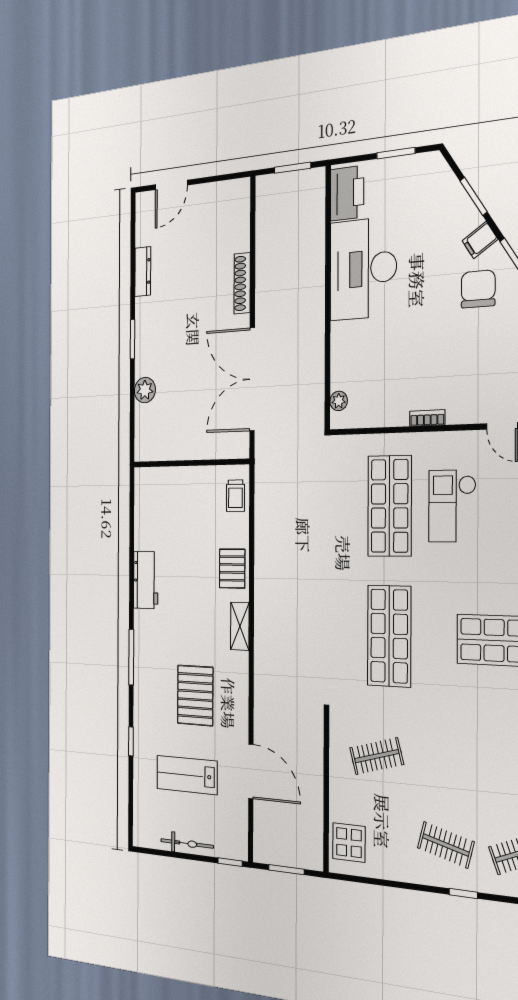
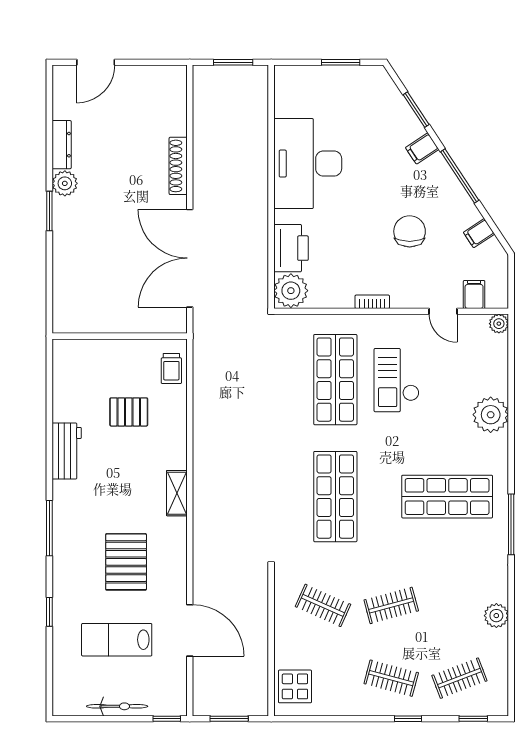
printer: (347, 193) -> (291, 248), moved
chair: (478, 289) -> (410, 231), moved
plant: (145, 390) -> (65, 183), moved
plant: (339, 401) -> (291, 291), width x1.88, depth x1.88
pallet: (232, 568) -> (129, 412), moved, turned 90
clothes rail: (377, 756) -> (323, 605), turned 39
clothes rail: (446, 762) -> (391, 605), added

